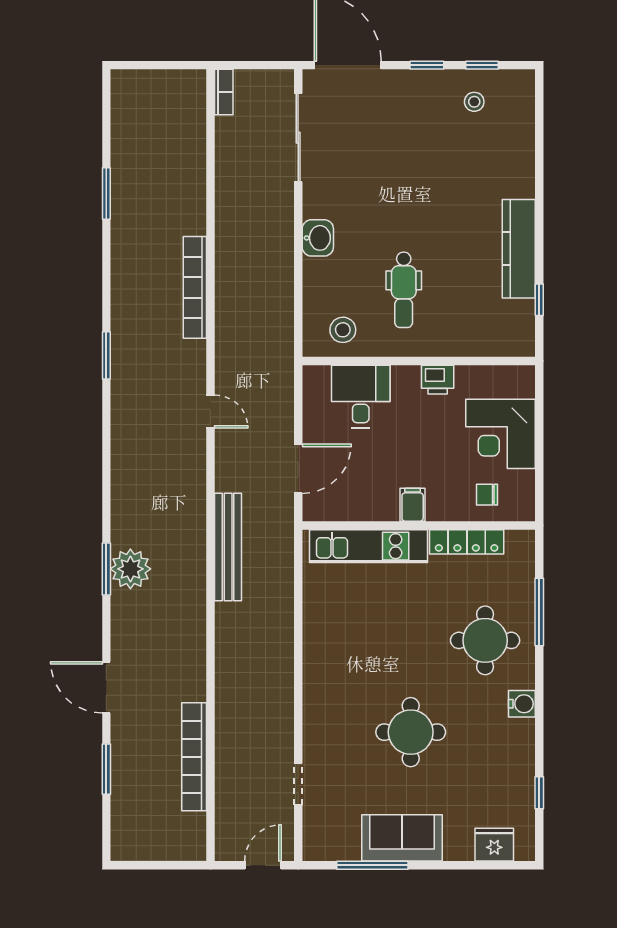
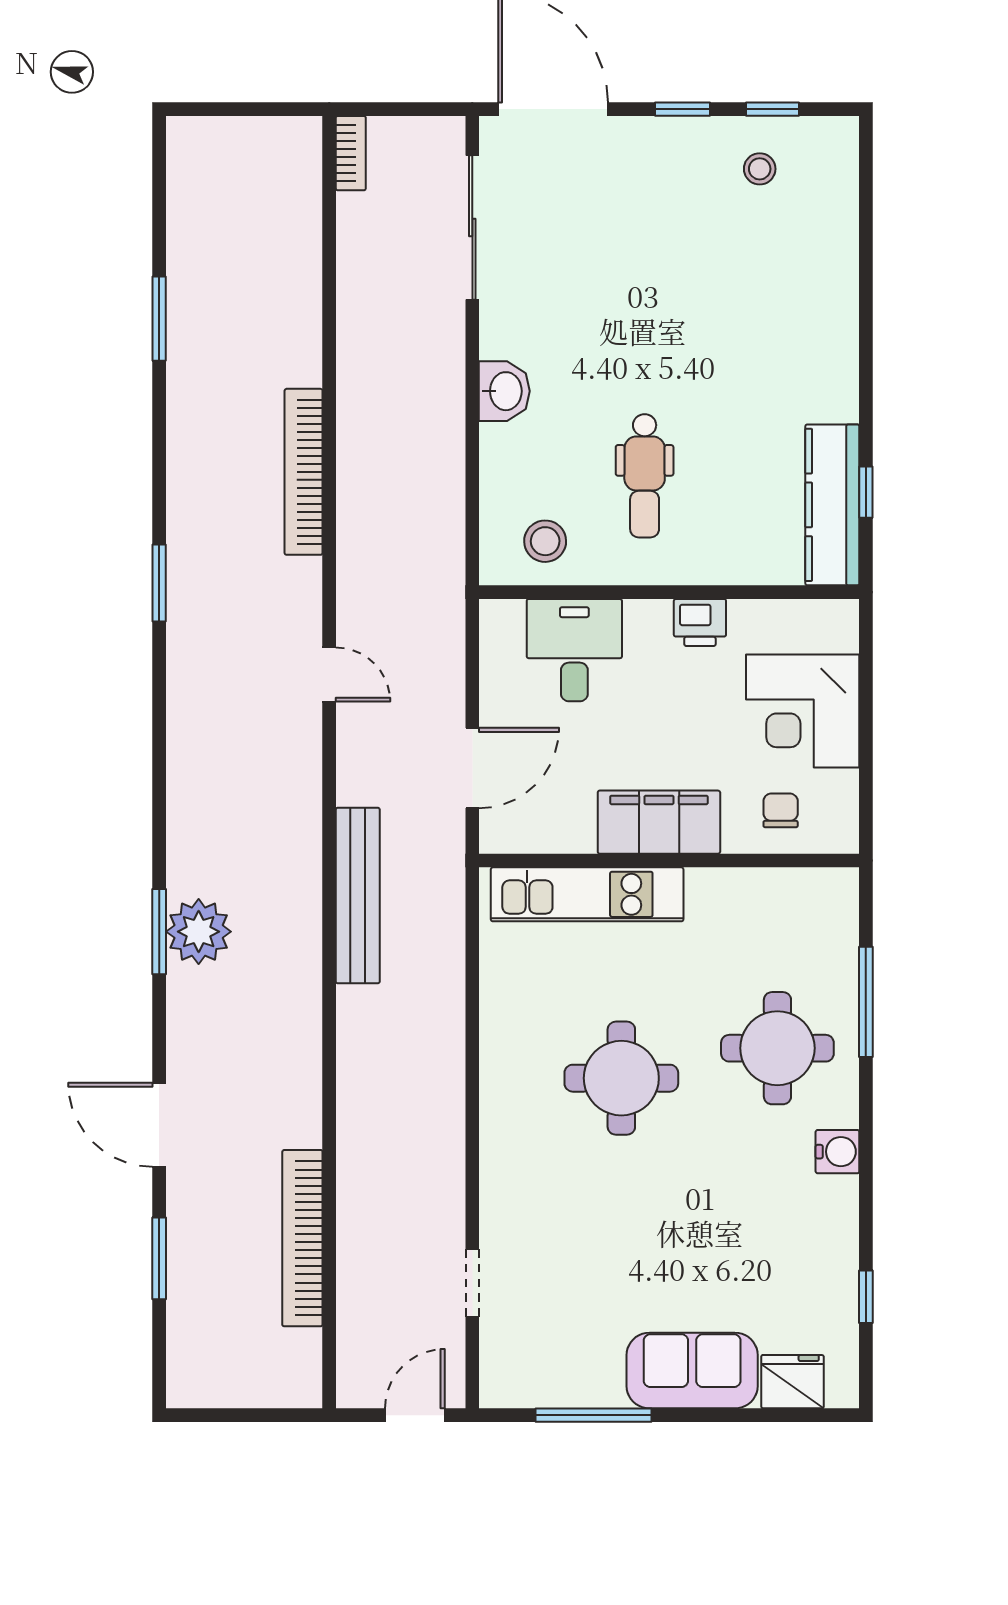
kitchen counter: (519, 249) -> (832, 505), moved
chair: (487, 495) -> (781, 810), turned 90
filing cabinet: (413, 505) -> (659, 822), width x3.00, depth x1.17
locker: (467, 542) -> (747, 887), removed
round table: (411, 732) -> (621, 1078), moved
sofa: (402, 838) -> (692, 1371), moved

